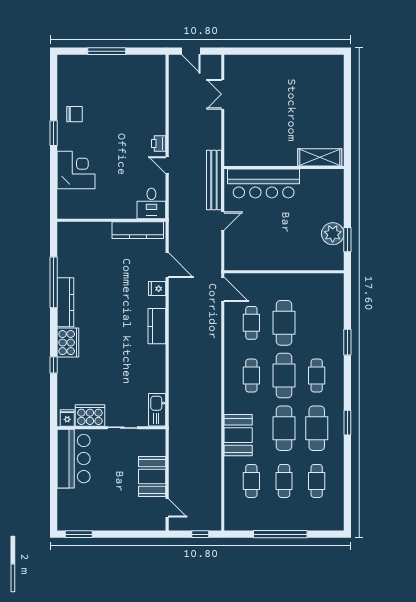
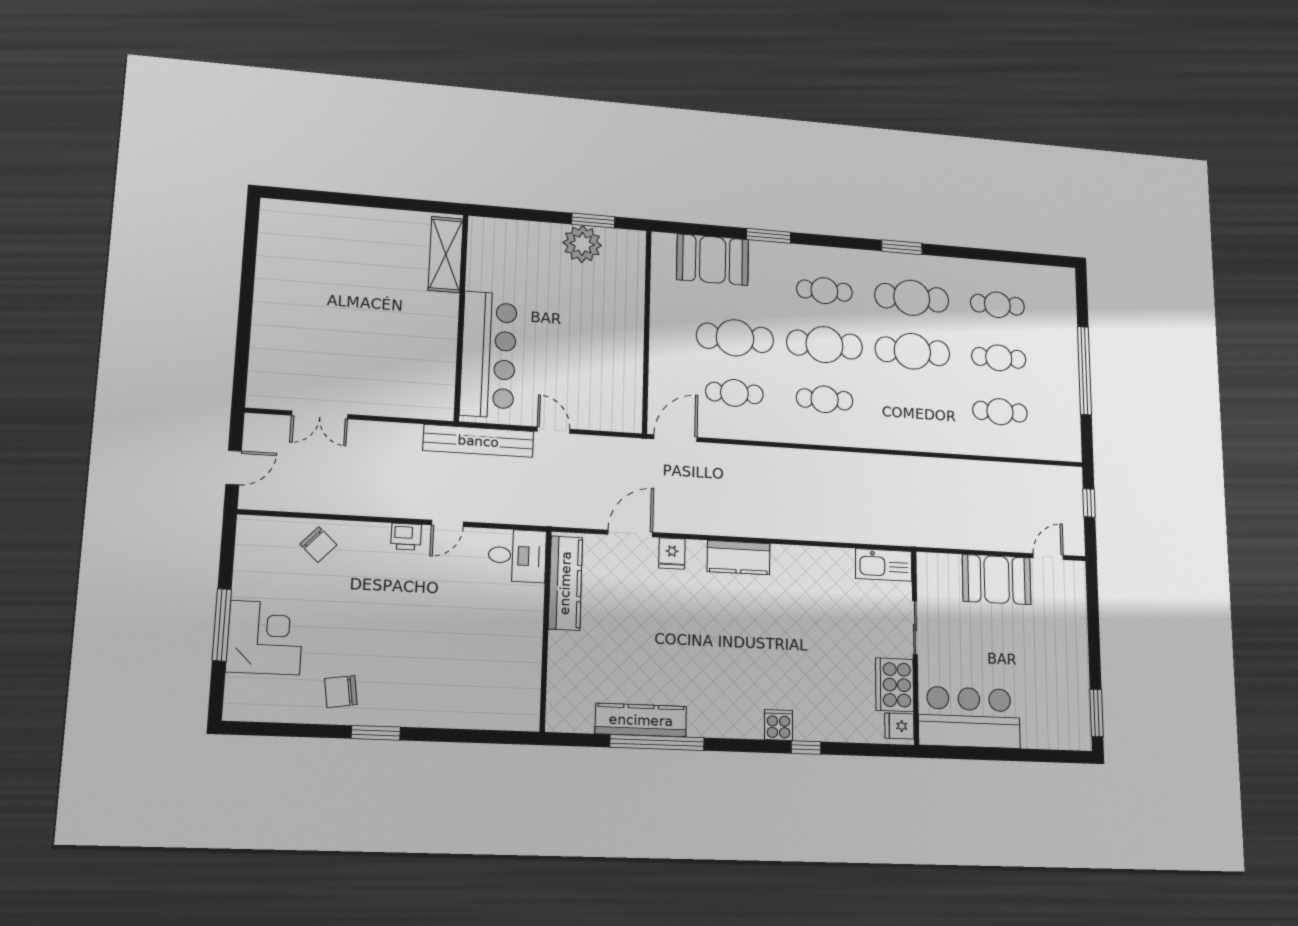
chair: (152, 98) -> (318, 545), added
chair: (74, 114) -> (341, 692), turned -98
corner desk: (76, 170) -> (265, 638), moved, turned 90
kitchen counter: (65, 302) -> (641, 720), moved
cooker: (68, 343) -> (779, 725), width x0.53, depth x0.76
booth: (238, 435) -> (713, 260), moved

